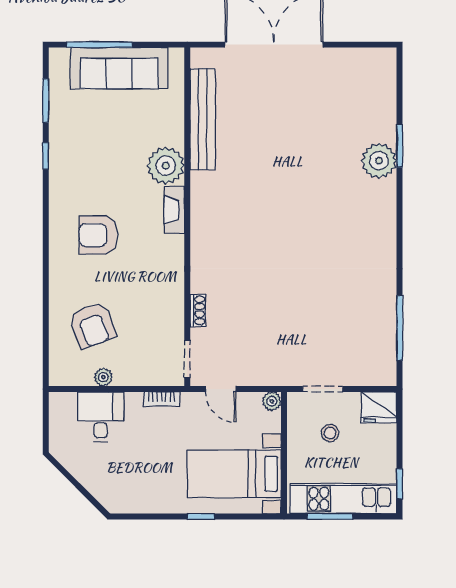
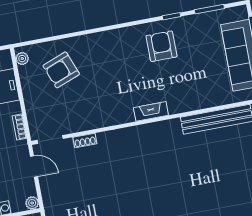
plant: (166, 166) -> (180, 100), removed
armchair: (98, 235) -> (162, 46), moved
plant: (103, 377) -> (22, 59), moved
door: (221, 389) -> (34, 166), swing flipped

